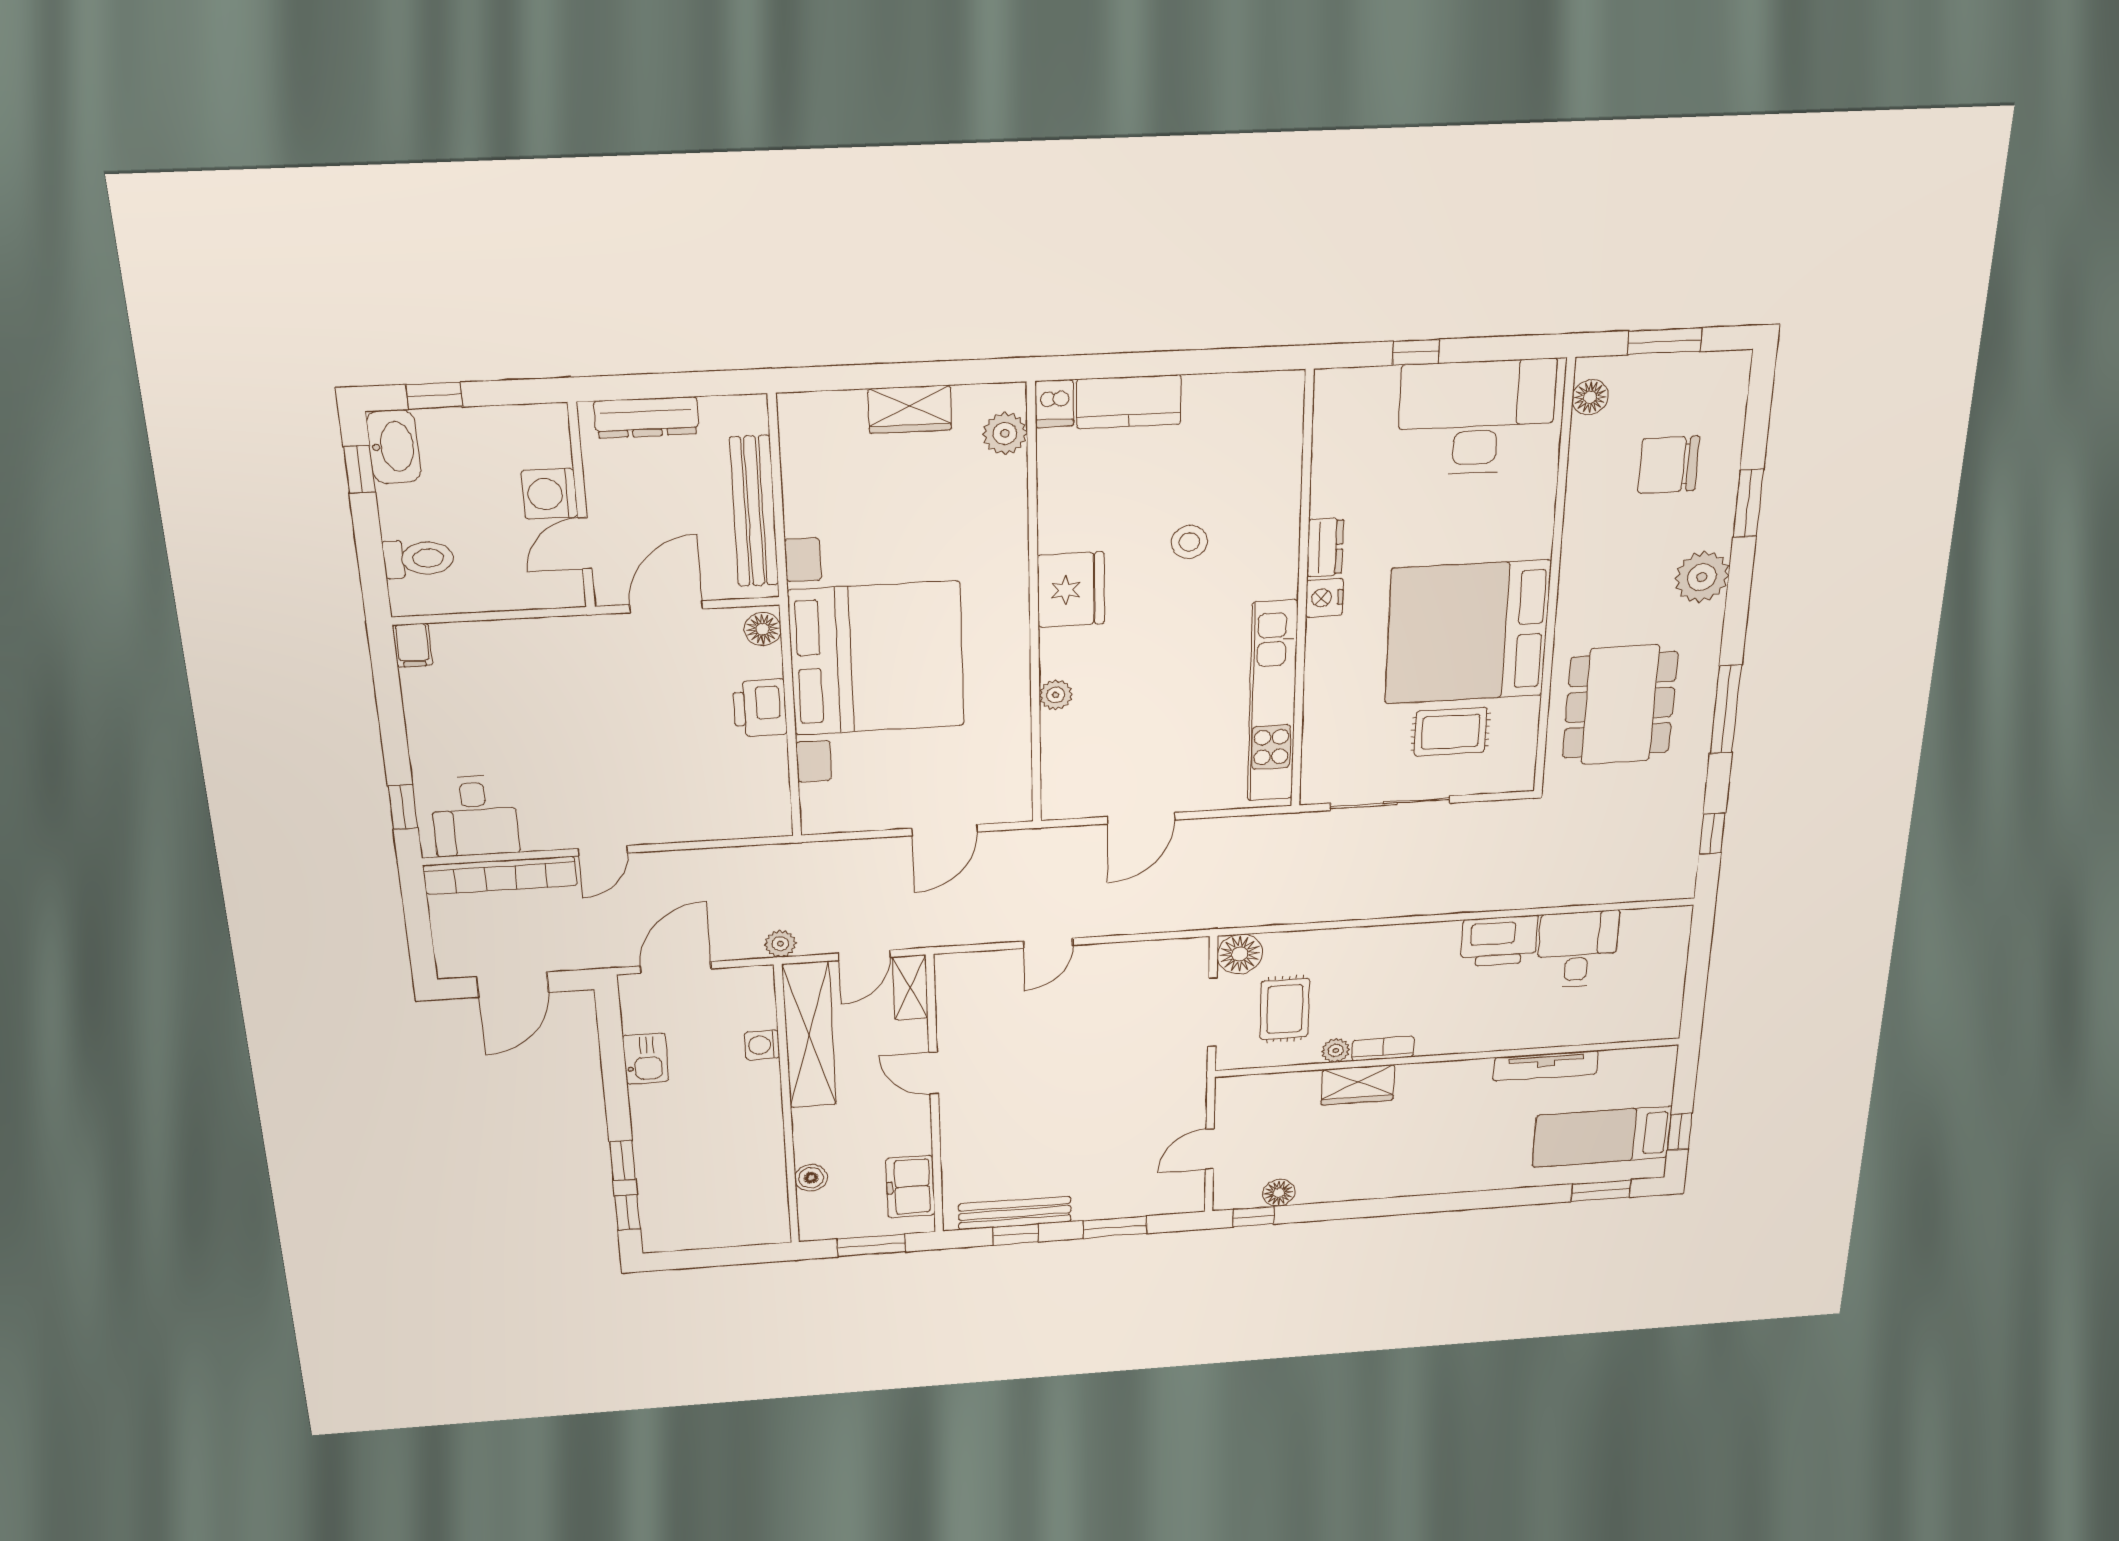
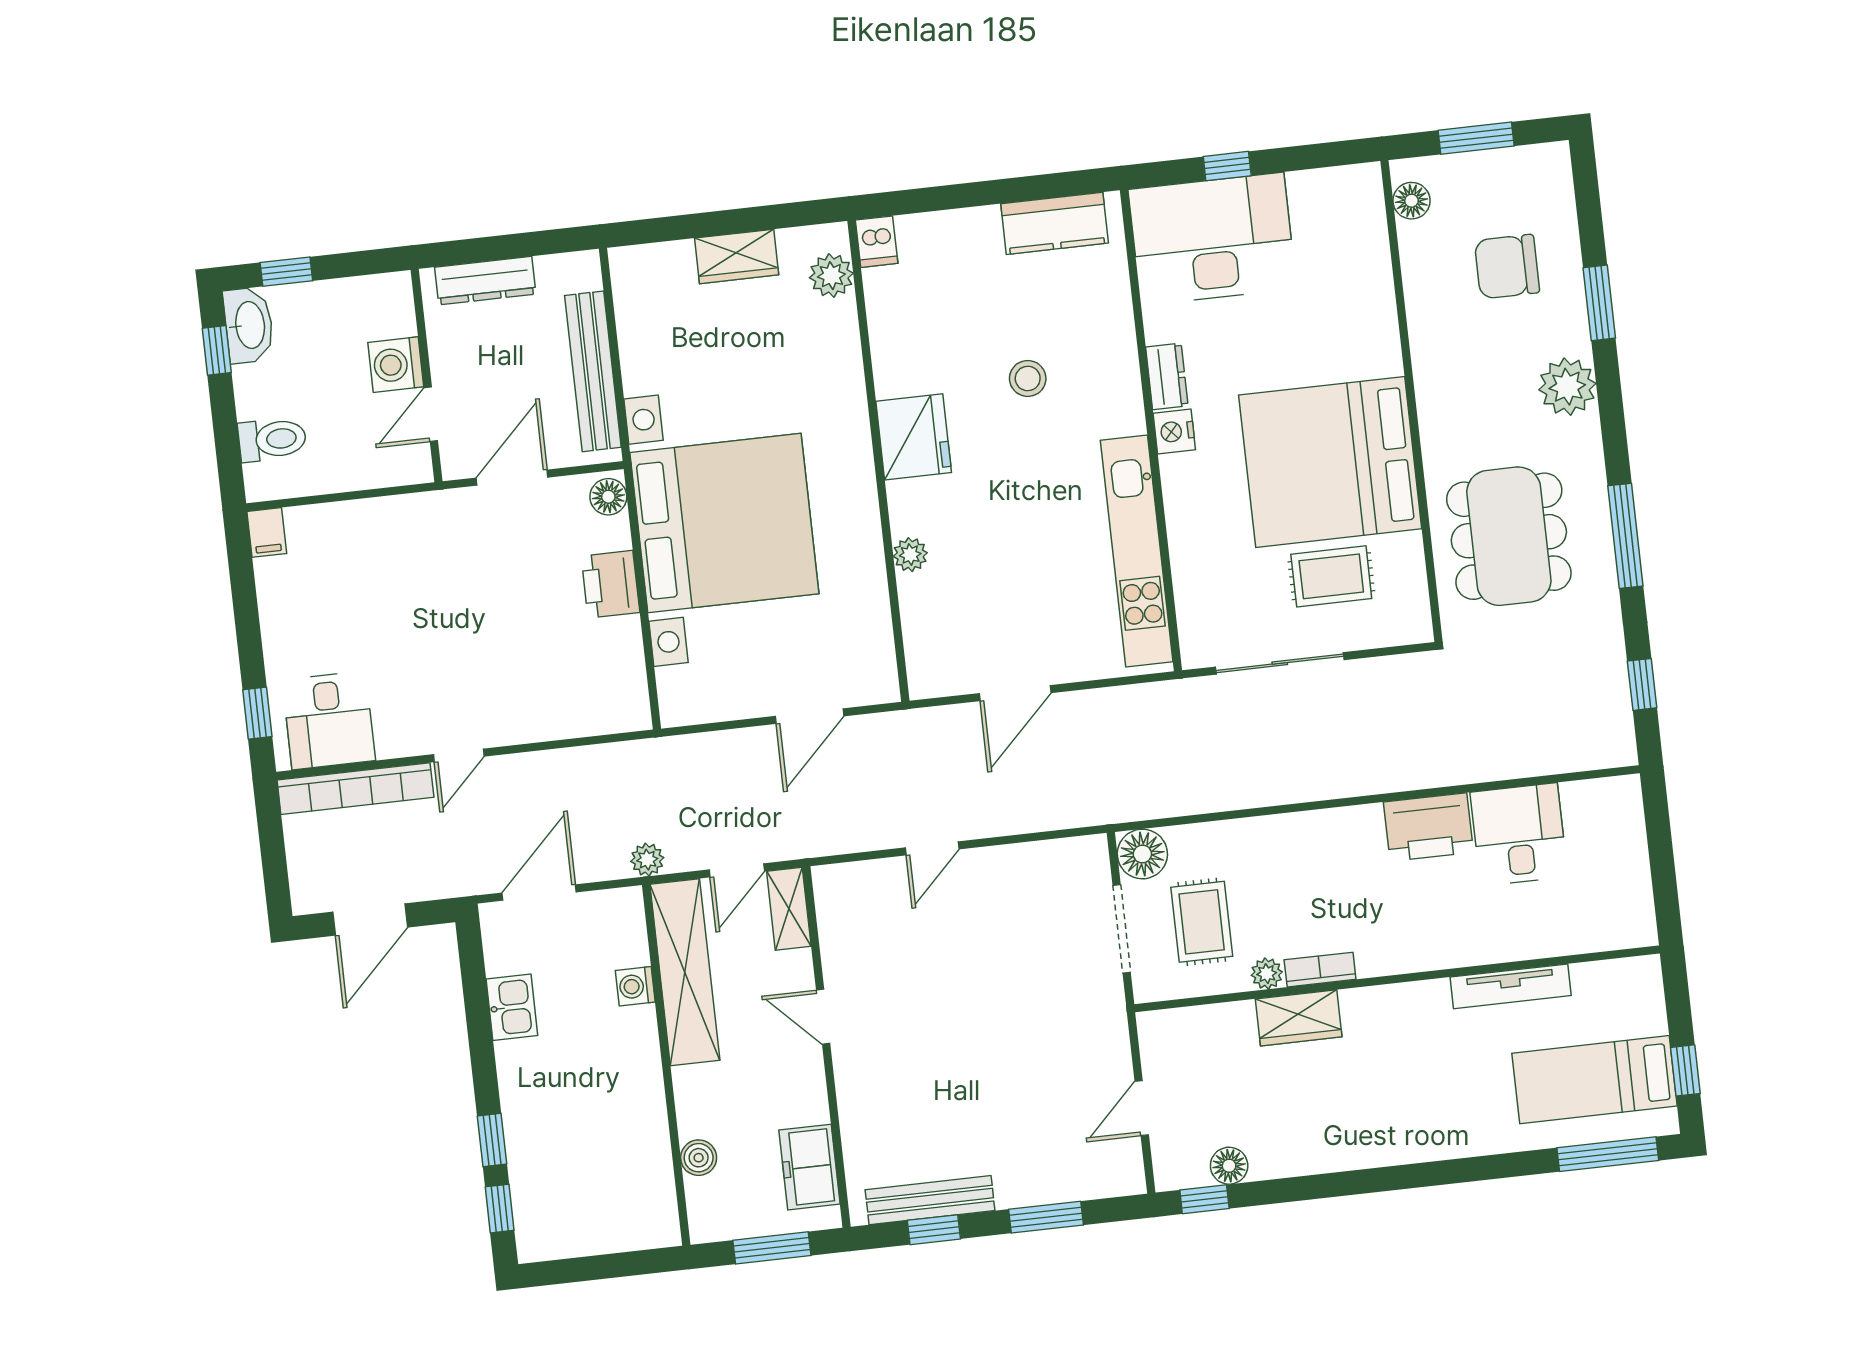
kitchen counter: (1129, 402) -> (1055, 223), moved
desk: (1476, 417) -> (1212, 239), moved
window: (1601, 1191) -> (1608, 1154), width x1.44

